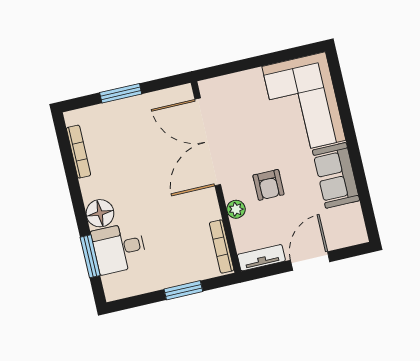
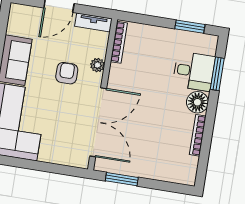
window: (121, 93) -> (122, 179), moved
bookcase: (78, 152) -> (198, 135), moved
window: (183, 290) -> (190, 27), moved

